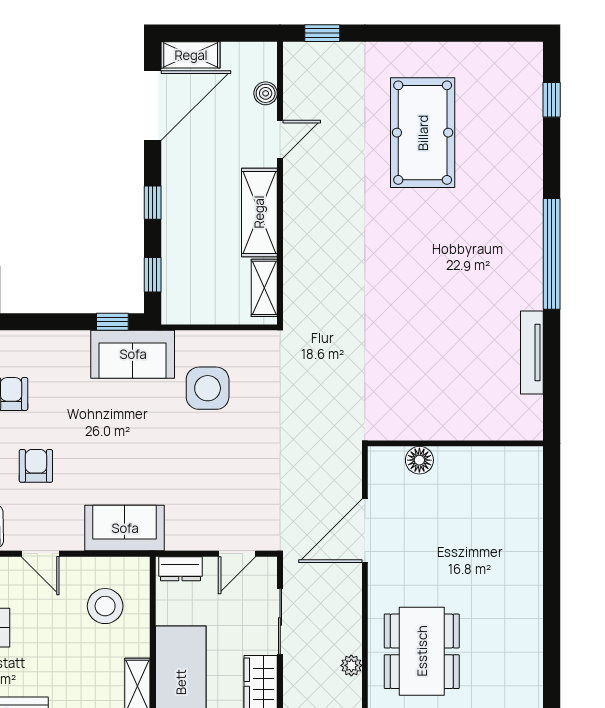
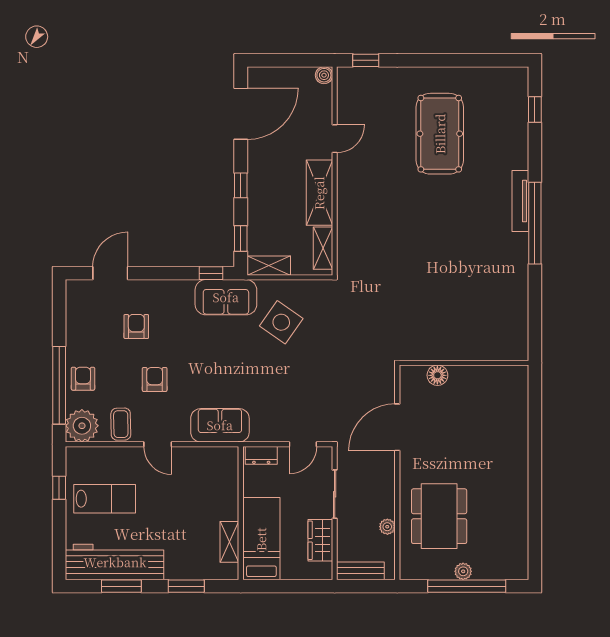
shelving: (191, 55) -> (269, 266), moved
boiler: (266, 93) -> (324, 75), moved
tv unit: (532, 352) -> (520, 201), moved
side table: (208, 388) -> (281, 322), turned 35
stool: (105, 606) -> (206, 483), removed

